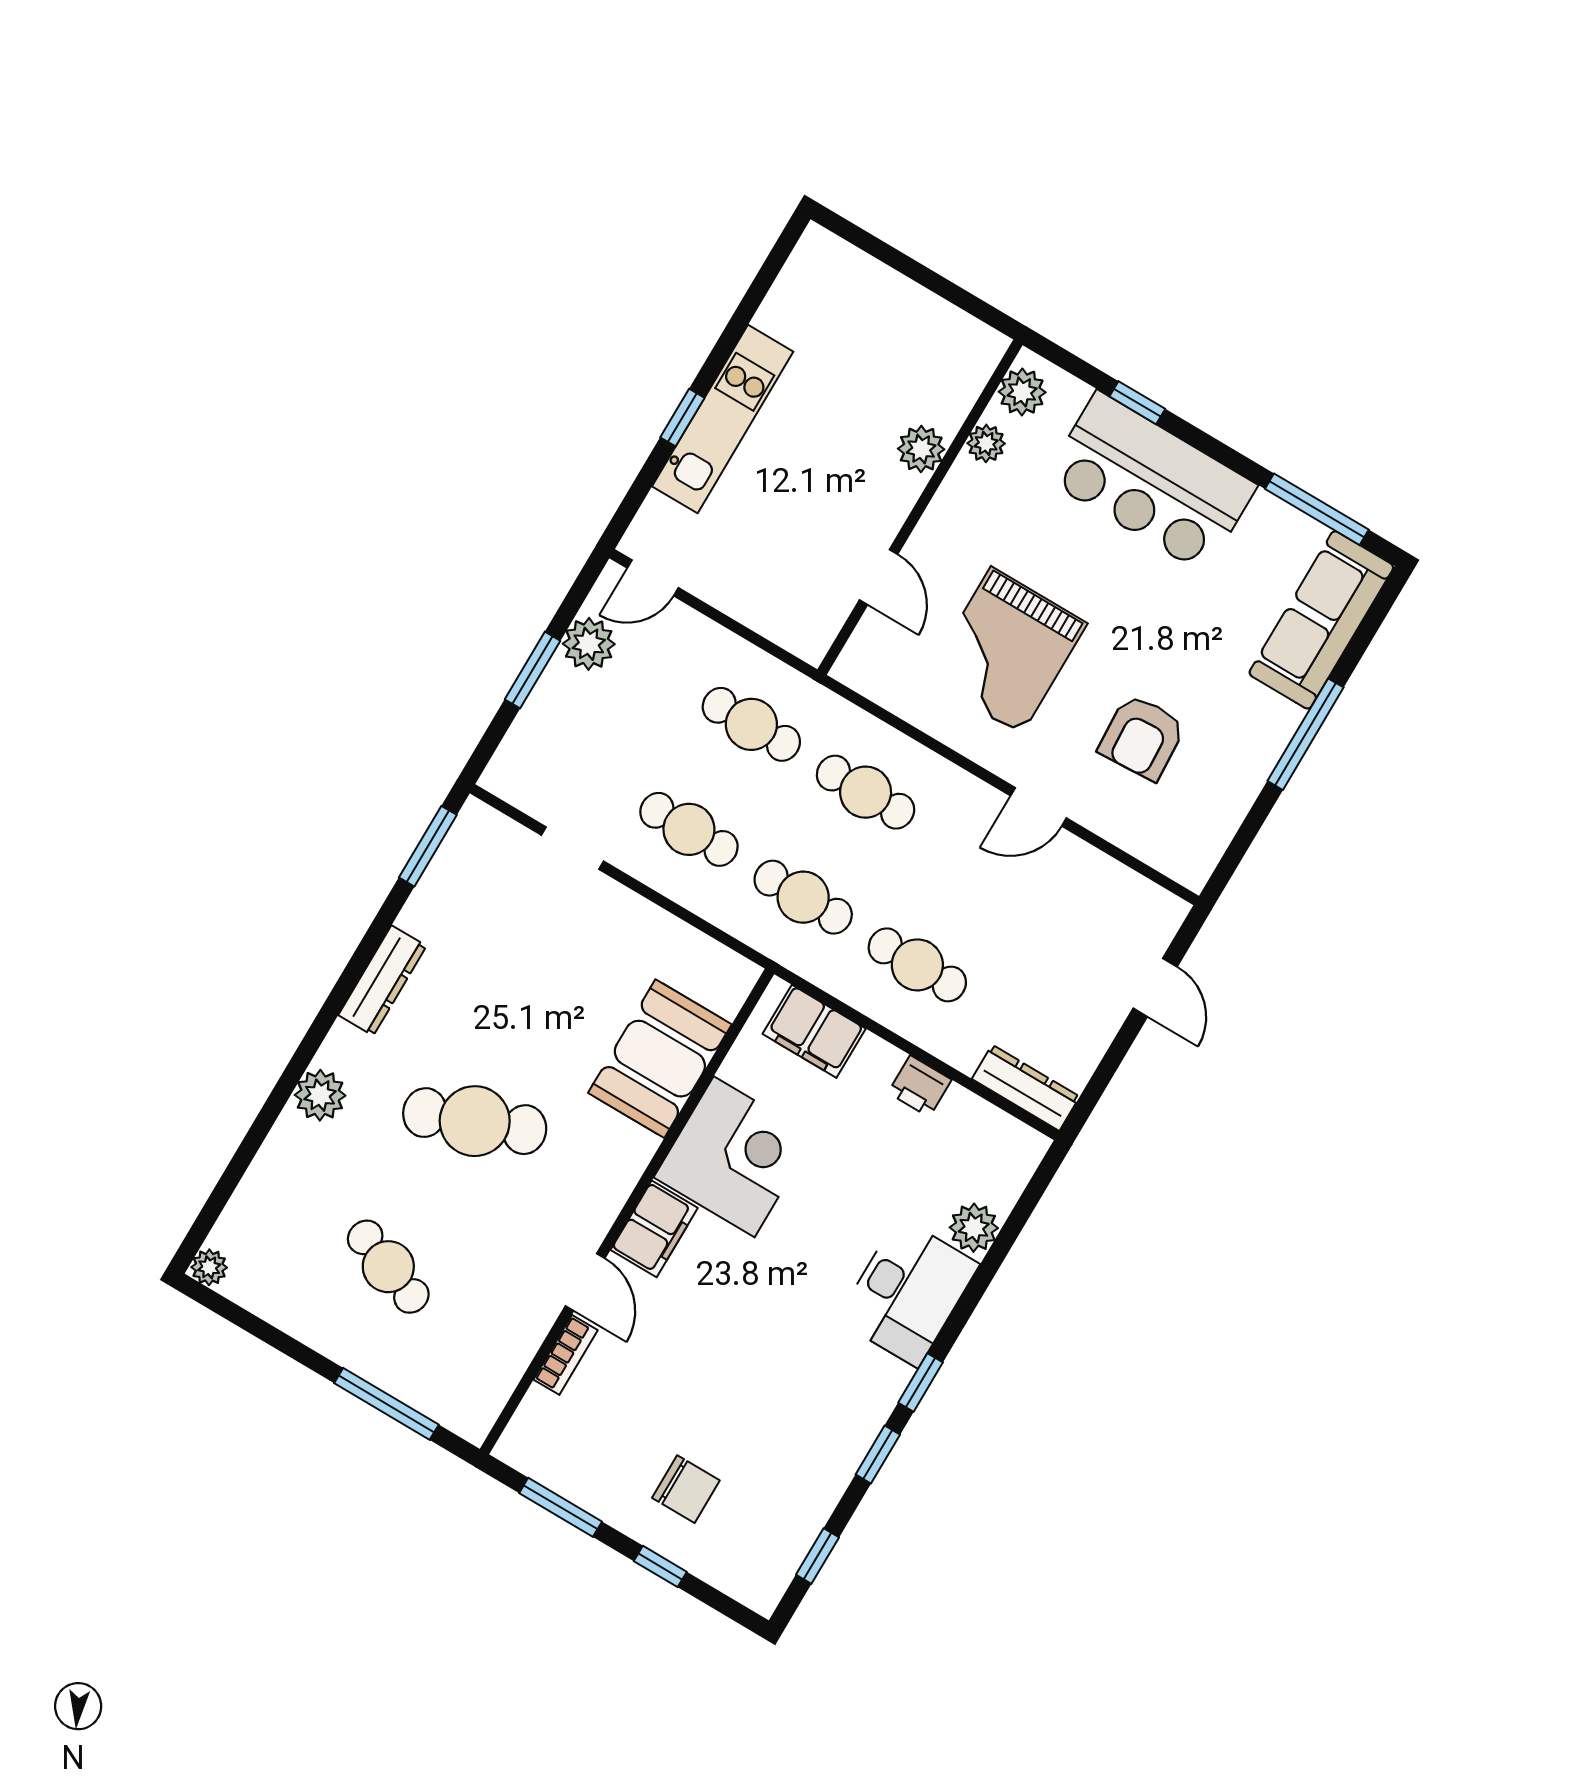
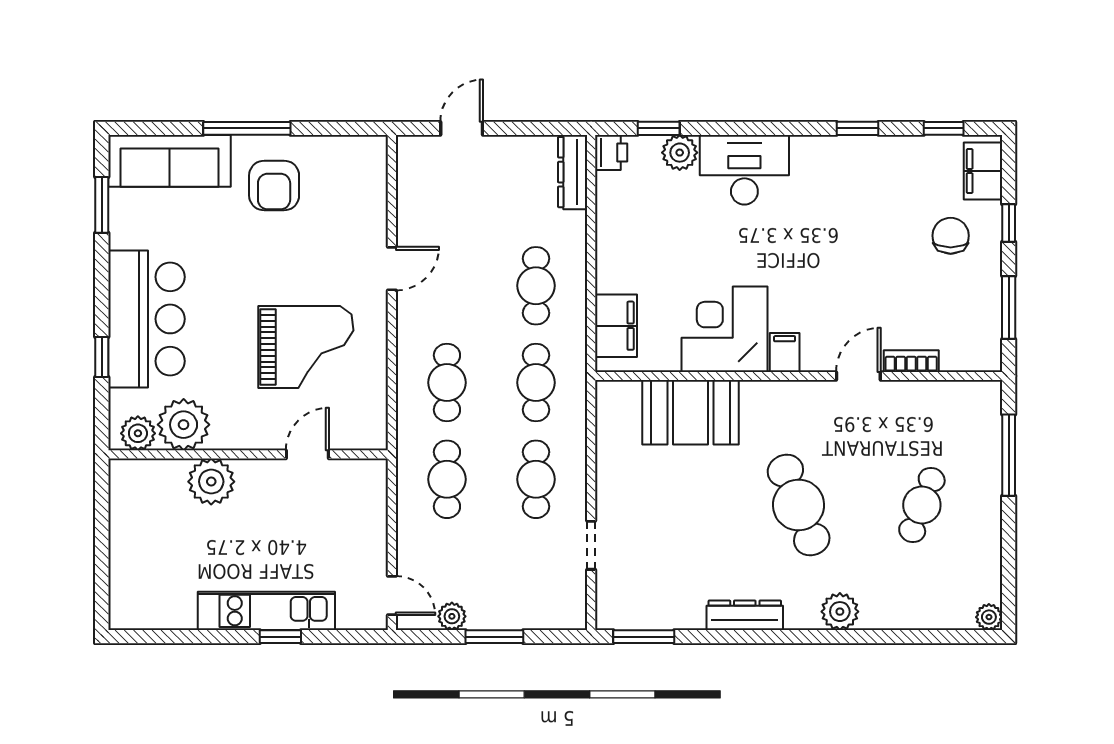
plant: (986, 443) -> (184, 425), width x1.87, depth x1.87
plant: (921, 449) -> (211, 482), width x1.36, depth x1.36
window: (1317, 509) -> (102, 205), width x0.69
plant: (589, 644) -> (452, 616), width x0.73, depth x0.73
armchair: (1142, 737) -> (274, 186), moved, turned 93
door: (1039, 807) -> (392, 269), hinge flipped
printer: (920, 1086) -> (611, 153), moved
filing cabinet: (654, 1229) -> (785, 352), width x0.50
window: (921, 1383) -> (659, 128), moved
filing cabinet: (740, 1573) -> (983, 171), added

